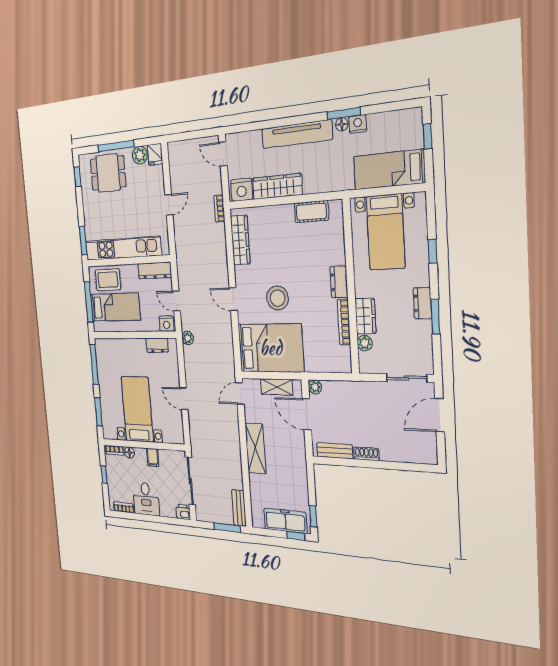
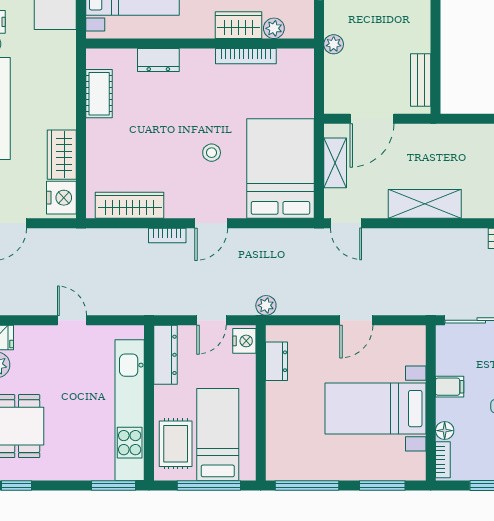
wardrobe: (277, 186) -> (62, 155), width x0.67
bookcase: (219, 208) -> (167, 236), moved
dresser: (339, 282) -> (158, 60), moved
stool: (278, 298) -> (212, 153), width x0.53, depth x0.53
plant: (315, 387) -> (334, 44), moved
shoe rack: (366, 454) -> (422, 34), removed

